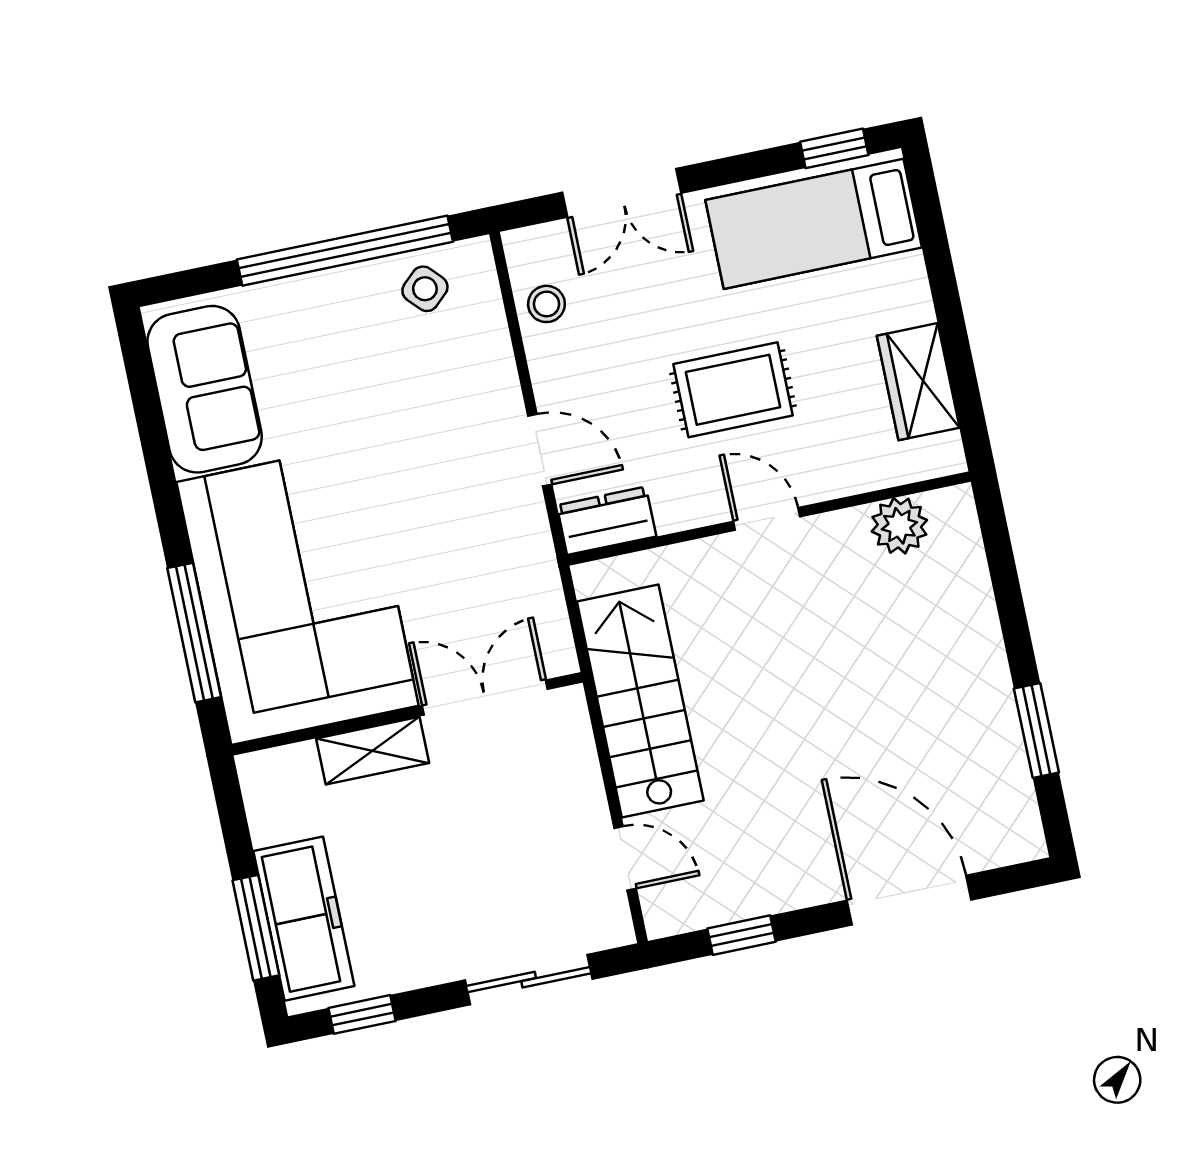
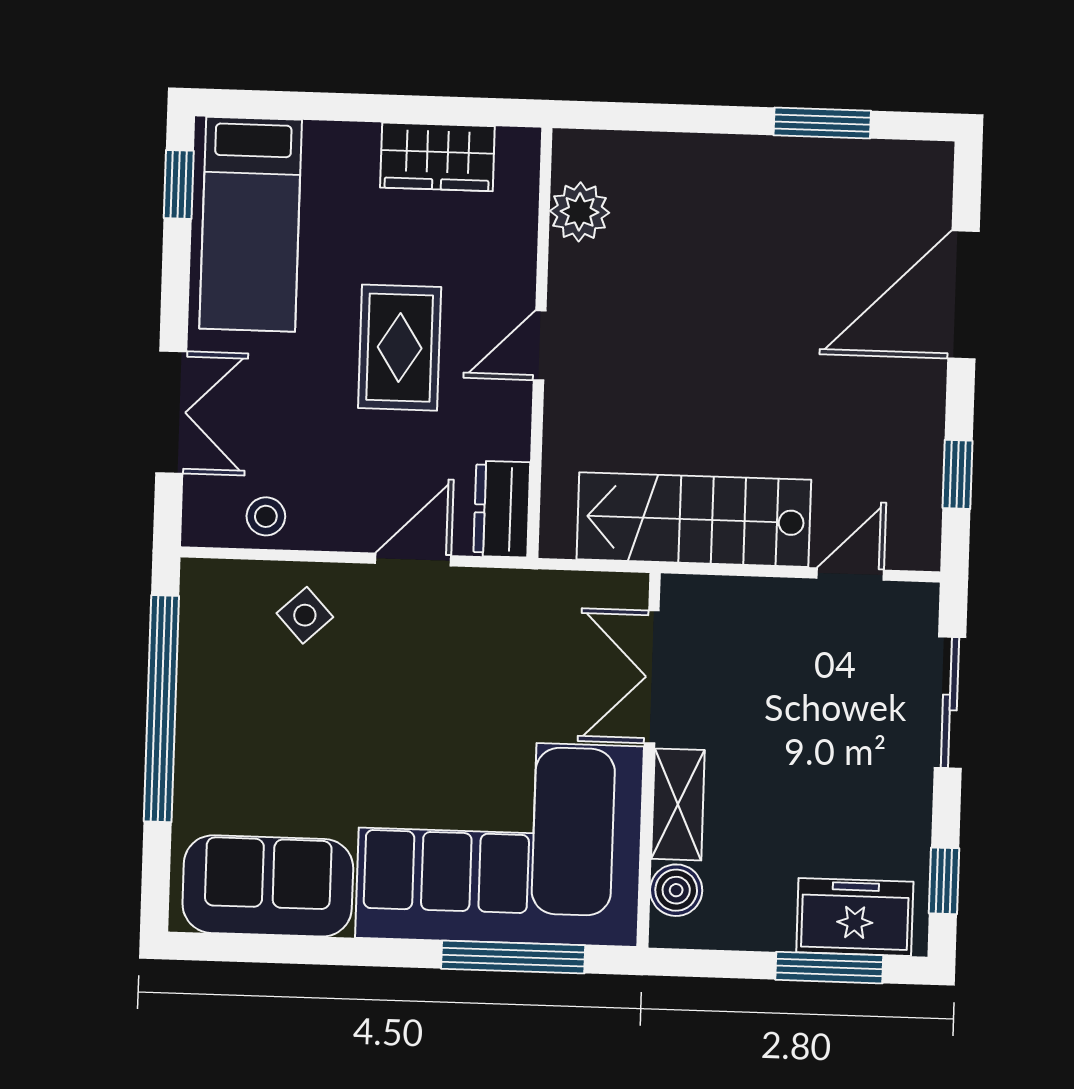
side table: (425, 289) -> (305, 615), moved
boiler: (293, 768) -> (676, 890), added
freezer: (304, 919) -> (855, 917), width x0.71

